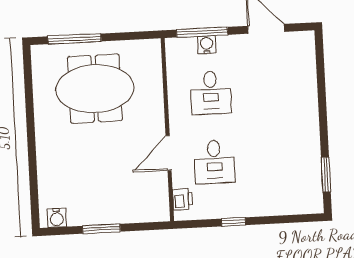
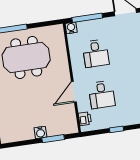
water cooler: (207, 45) -> (71, 28), moved
water cooler: (57, 218) -> (40, 132), moved
window: (101, 229) -> (53, 139), moved

